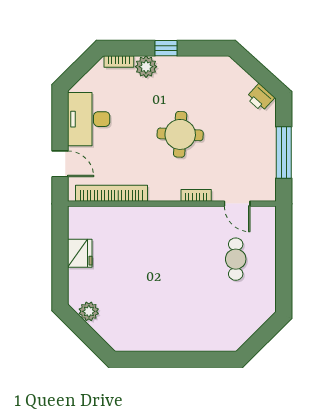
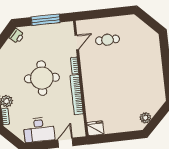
round table: (180, 134) -> (42, 78), width x1.36, depth x1.36
bookcase: (111, 193) -> (77, 95), moved
fridge: (80, 253) -> (95, 128), moved

